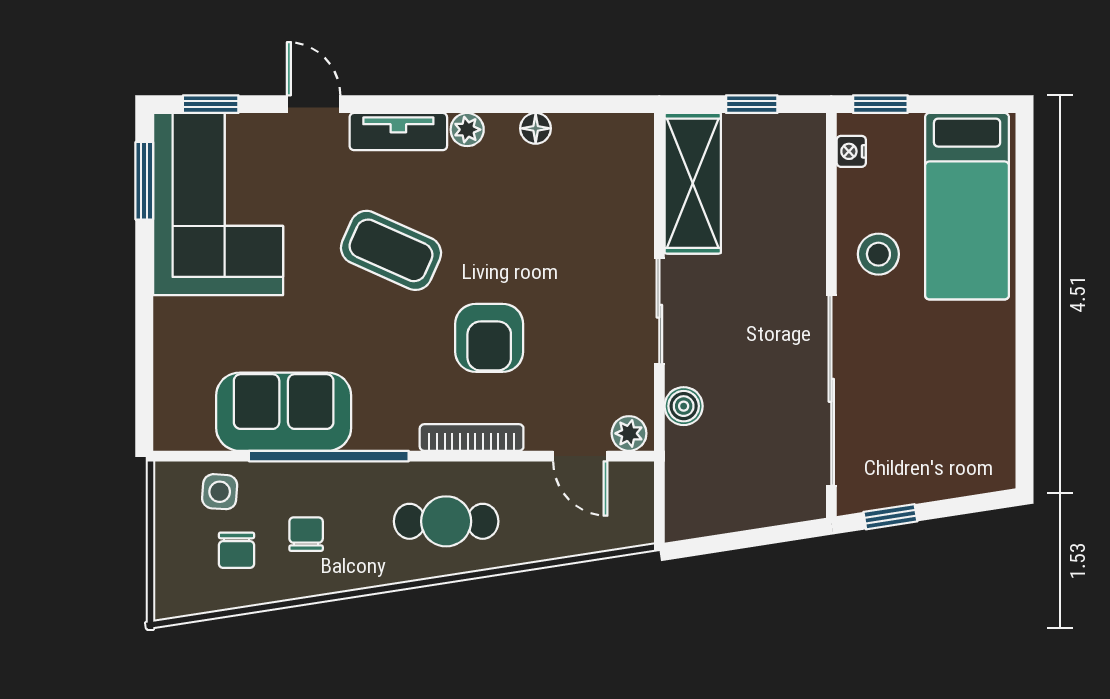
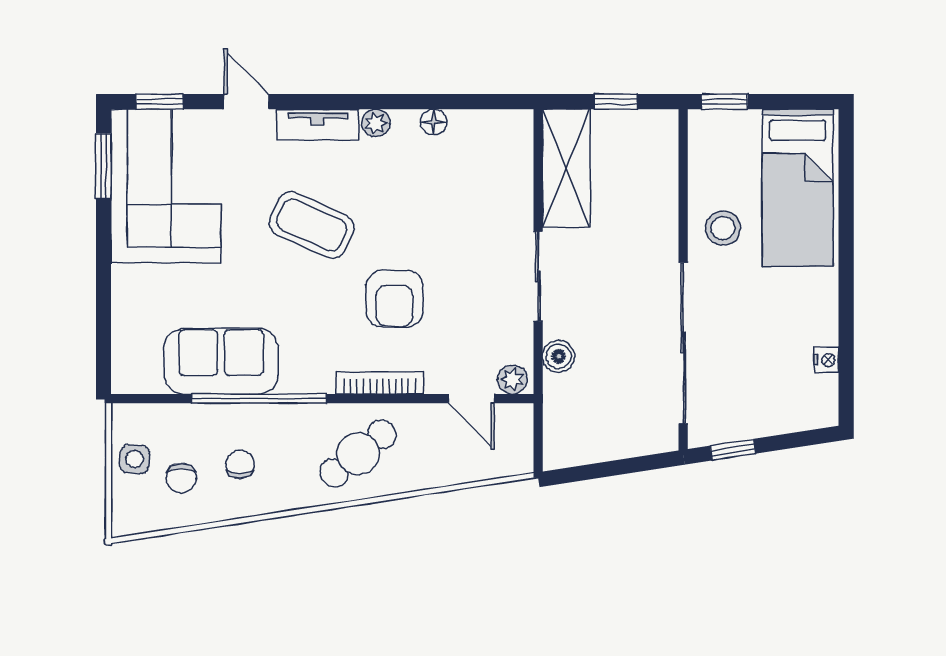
nightstand: (851, 151) -> (826, 360), moved, turned 180
side table: (220, 492) -> (135, 459), moved
cafe table: (446, 521) -> (358, 454), turned -39

